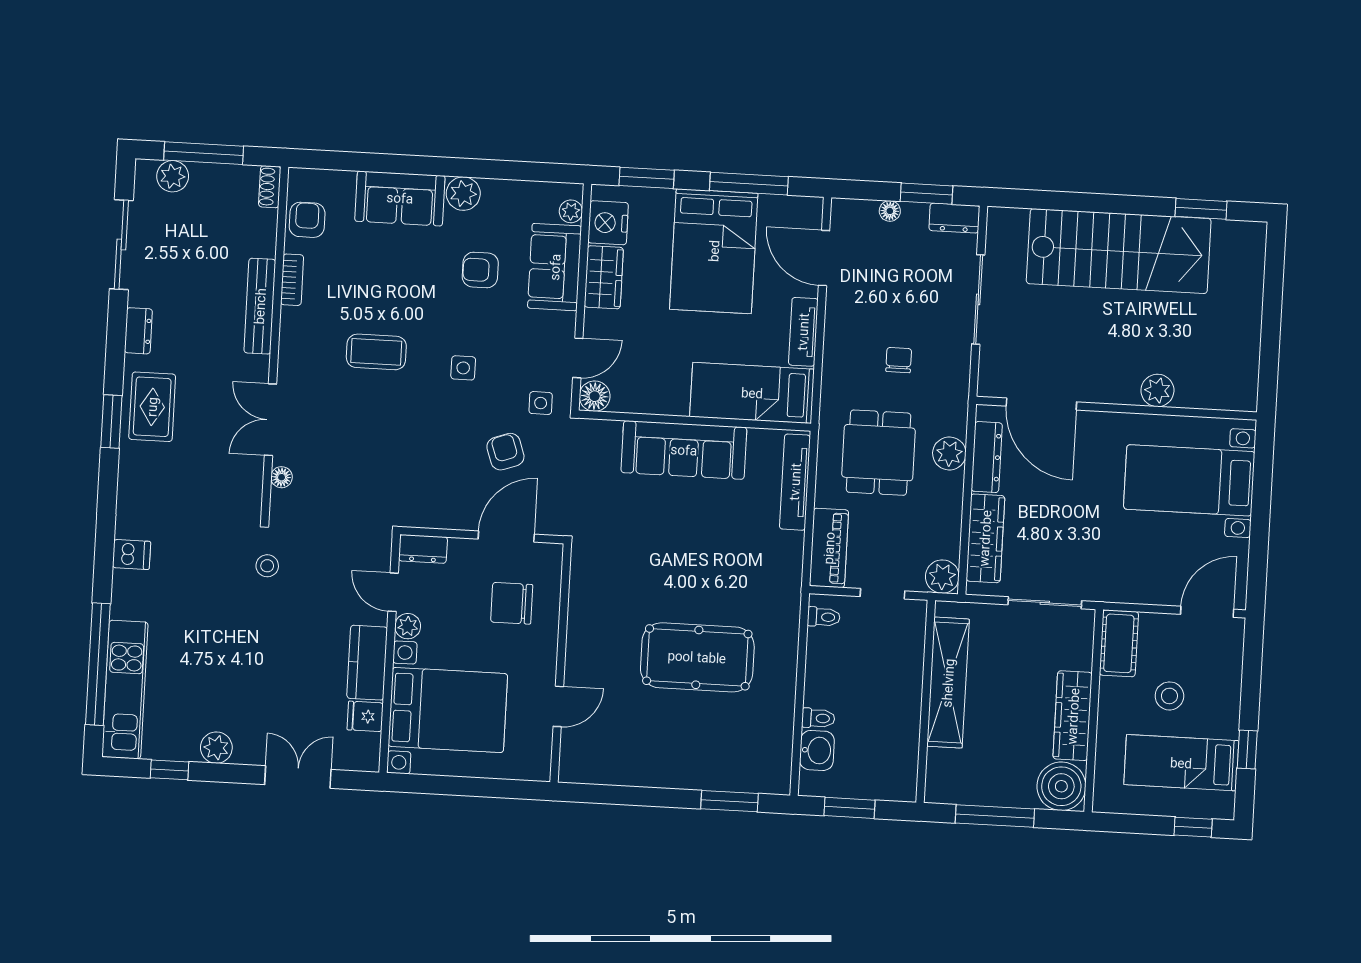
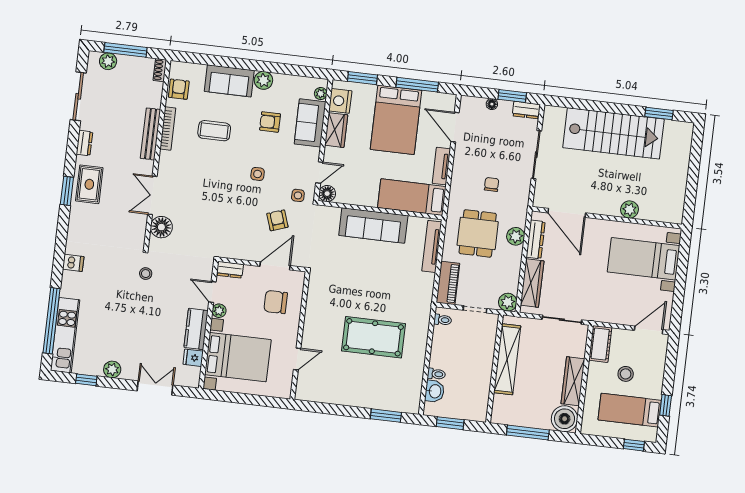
bookcase: (292, 280) -> (168, 128), width x1.56
coffee table: (376, 352) -> (214, 131), moved
floor lamp: (282, 477) -> (161, 227), width x1.89, depth x1.89

